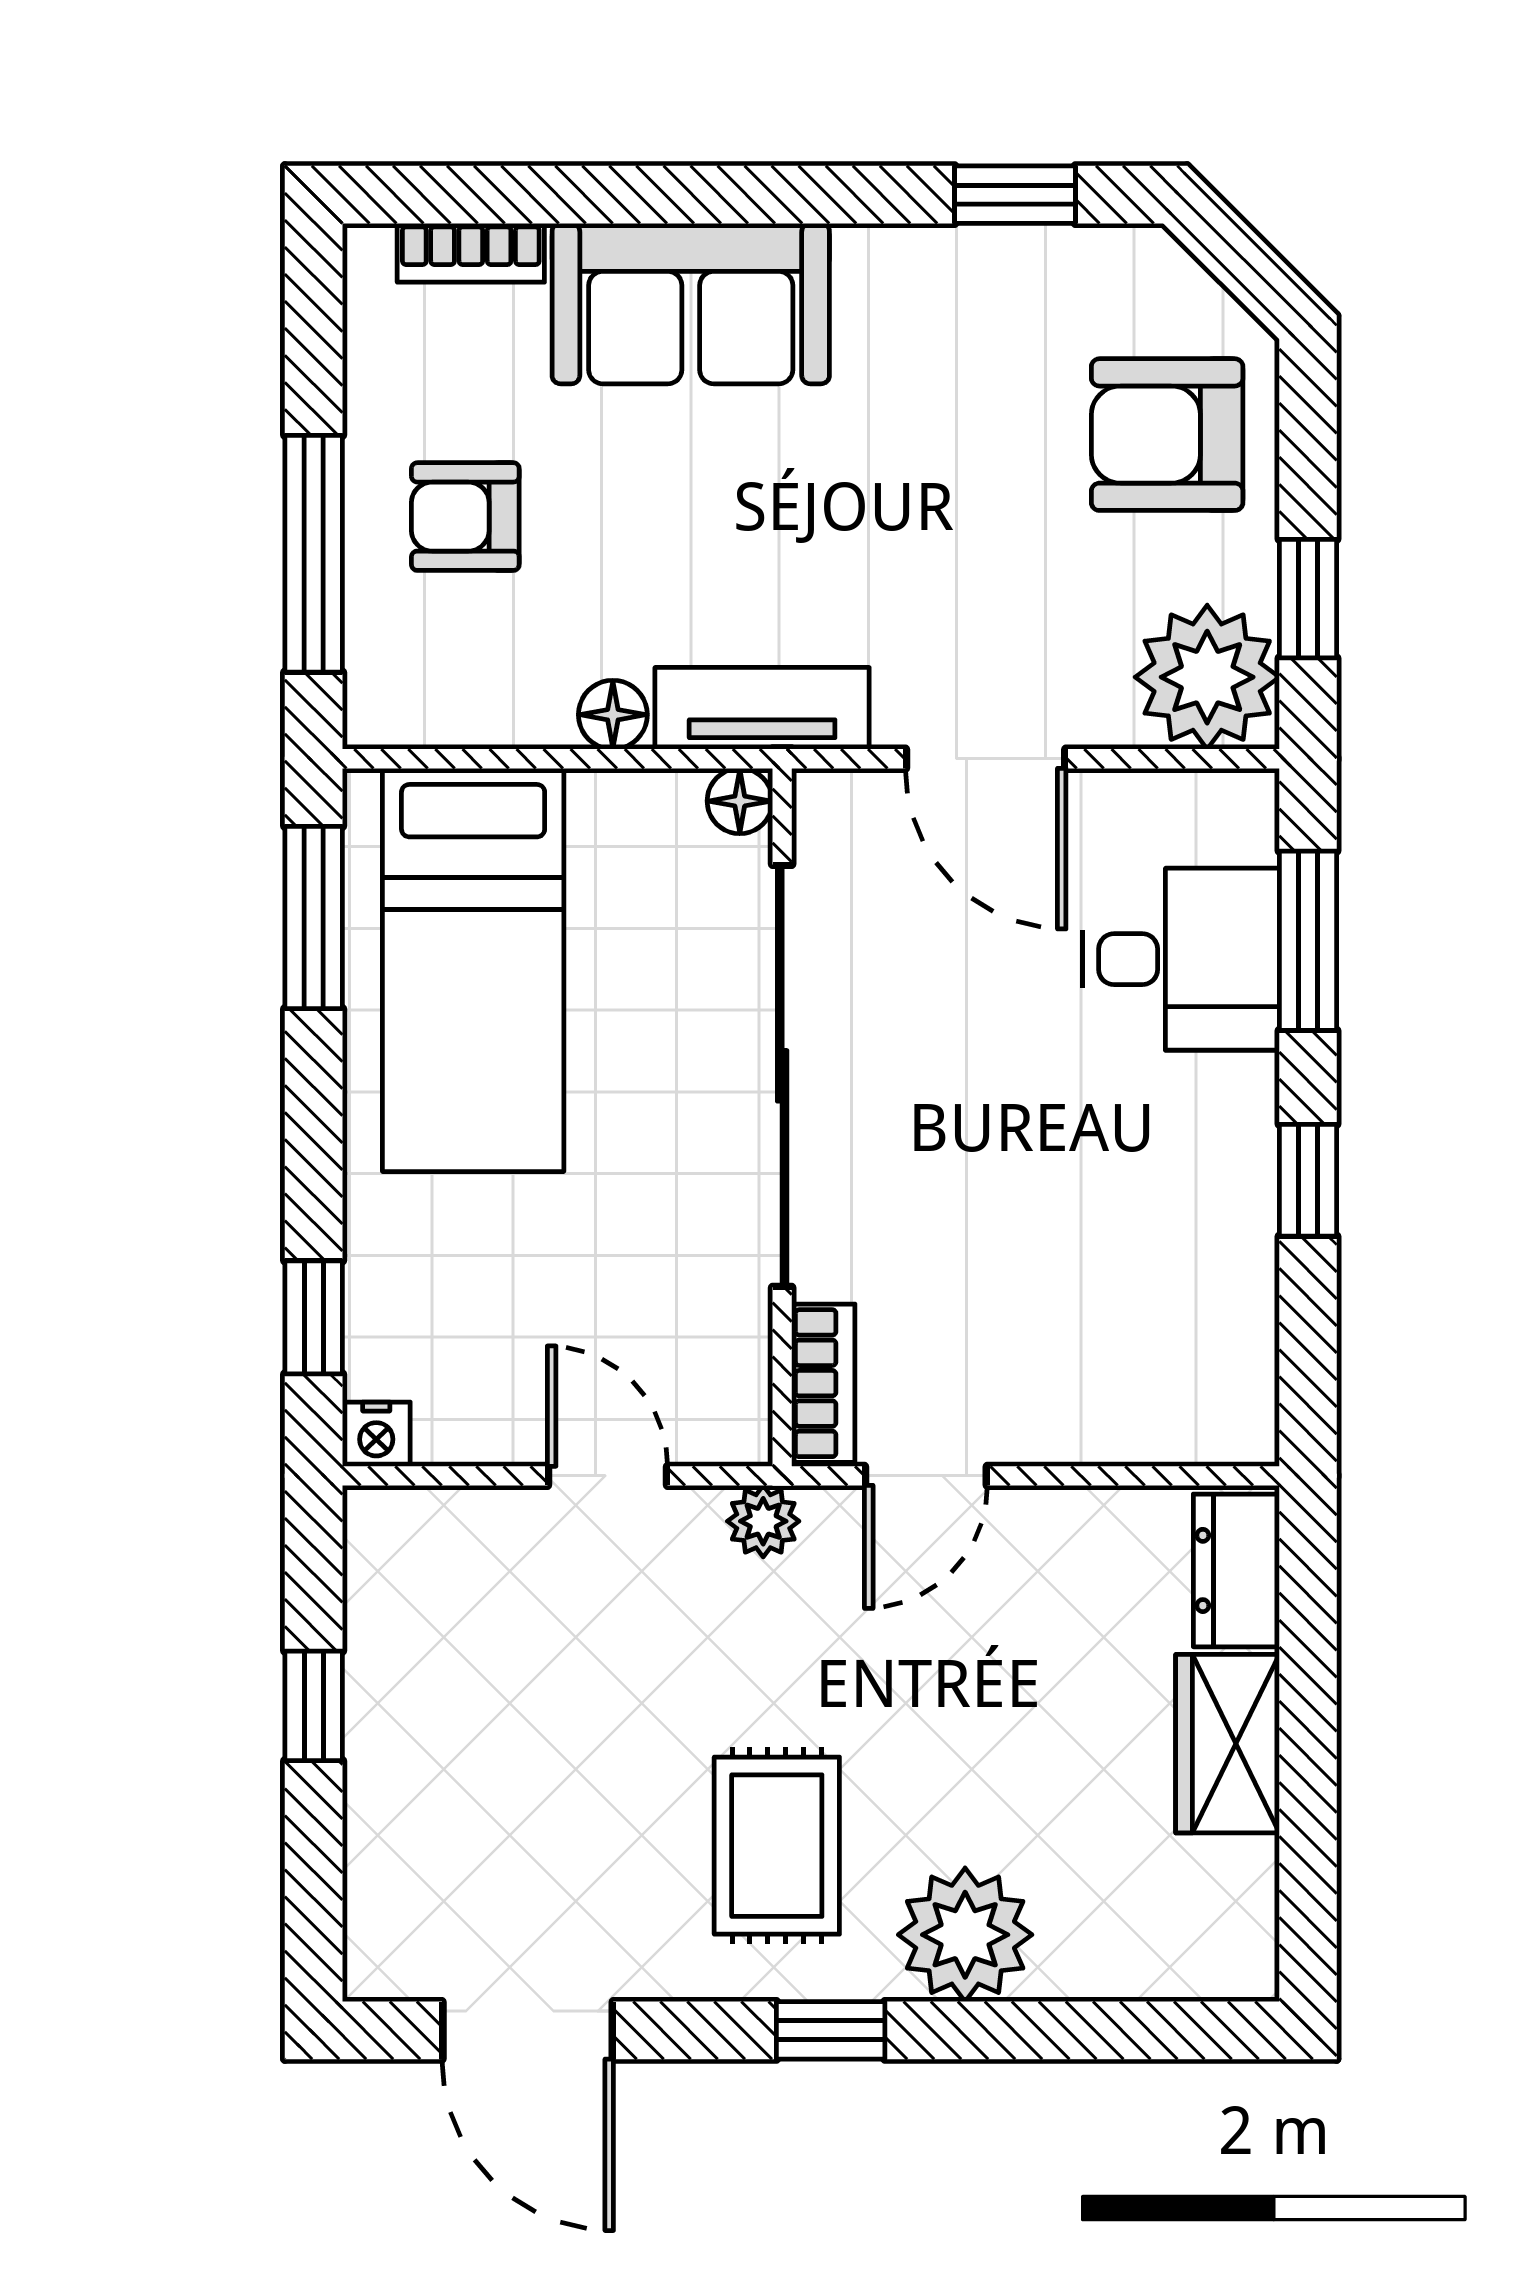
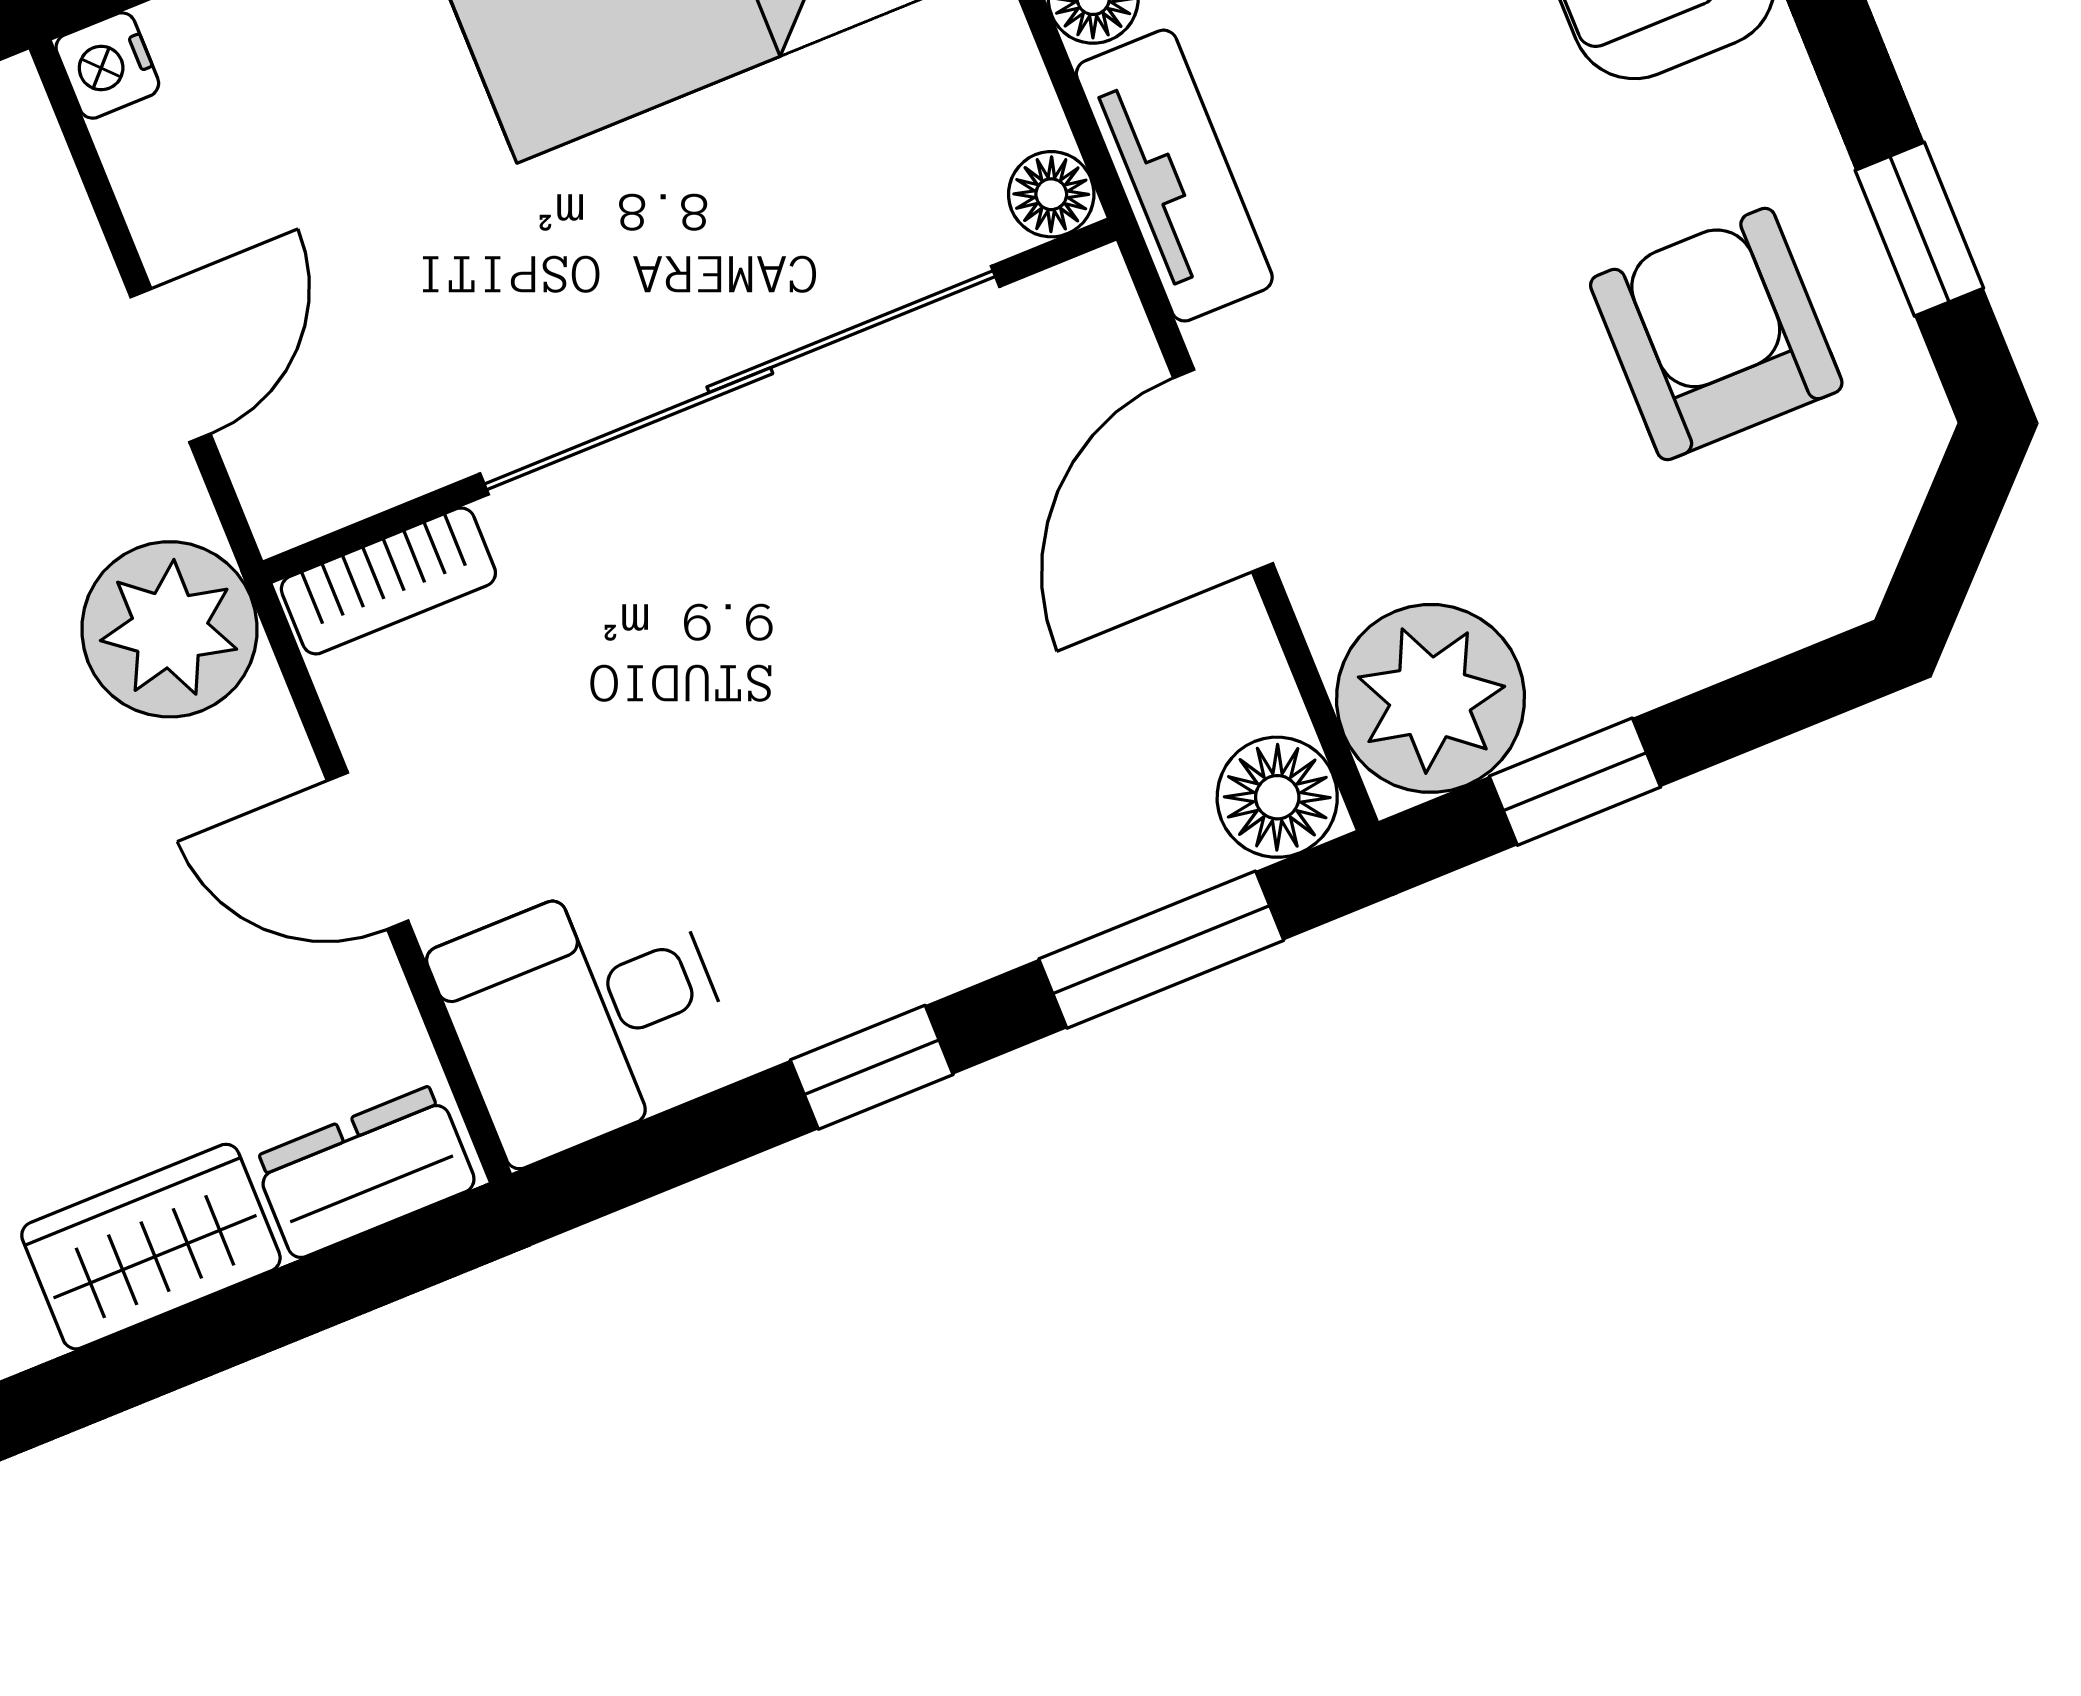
armchair: (1167, 435) -> (1716, 334), moved
floor lamp: (1233, 814) -> (1277, 797), added
desk: (1181, 959) -> (586, 1015), moved, turned 90
door: (926, 1476) -> (368, 851), moved
plant: (763, 1521) -> (170, 629), width x1.87, depth x1.87

